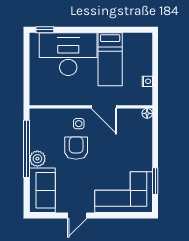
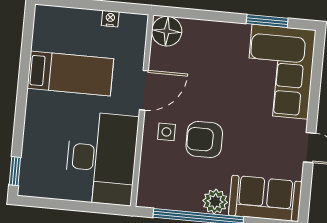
desk: (68, 54) -> (101, 158), moved, turned 180
floor lamp: (147, 113) -> (167, 31), width x1.89, depth x1.89

